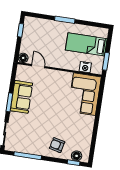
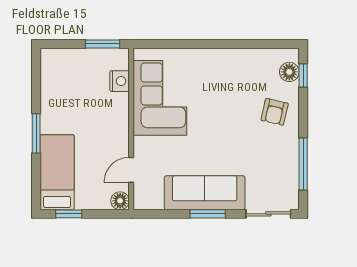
bed: (86, 44) -> (57, 172), moved, turned 180
corner sofa: (84, 94) -> (160, 98), moved, turned -90
sofa: (21, 97) -> (205, 193), width x1.36

